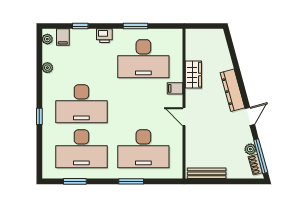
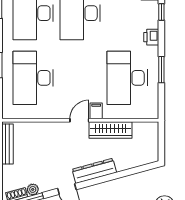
wardrobe: (193, 75) -> (111, 130), width x1.50
door: (184, 117) -> (79, 120), moved

